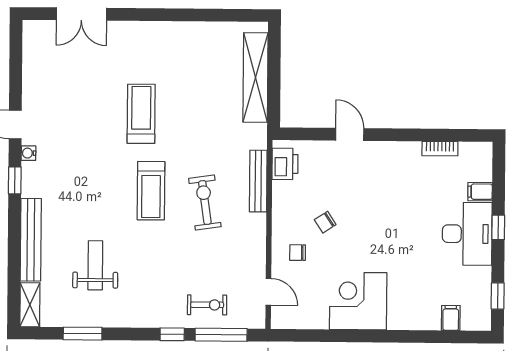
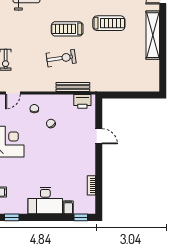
shelving: (255, 77) -> (153, 35), moved, turned 90
door: (350, 134) -> (99, 136), hinge flipped
window: (498, 227) -> (81, 217), moved

